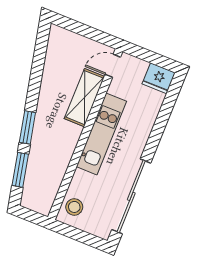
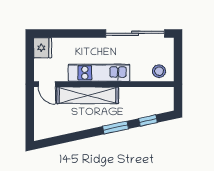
shelving: (84, 98) -> (88, 95), width x1.47
window: (20, 170) -> (148, 120), width x0.67

